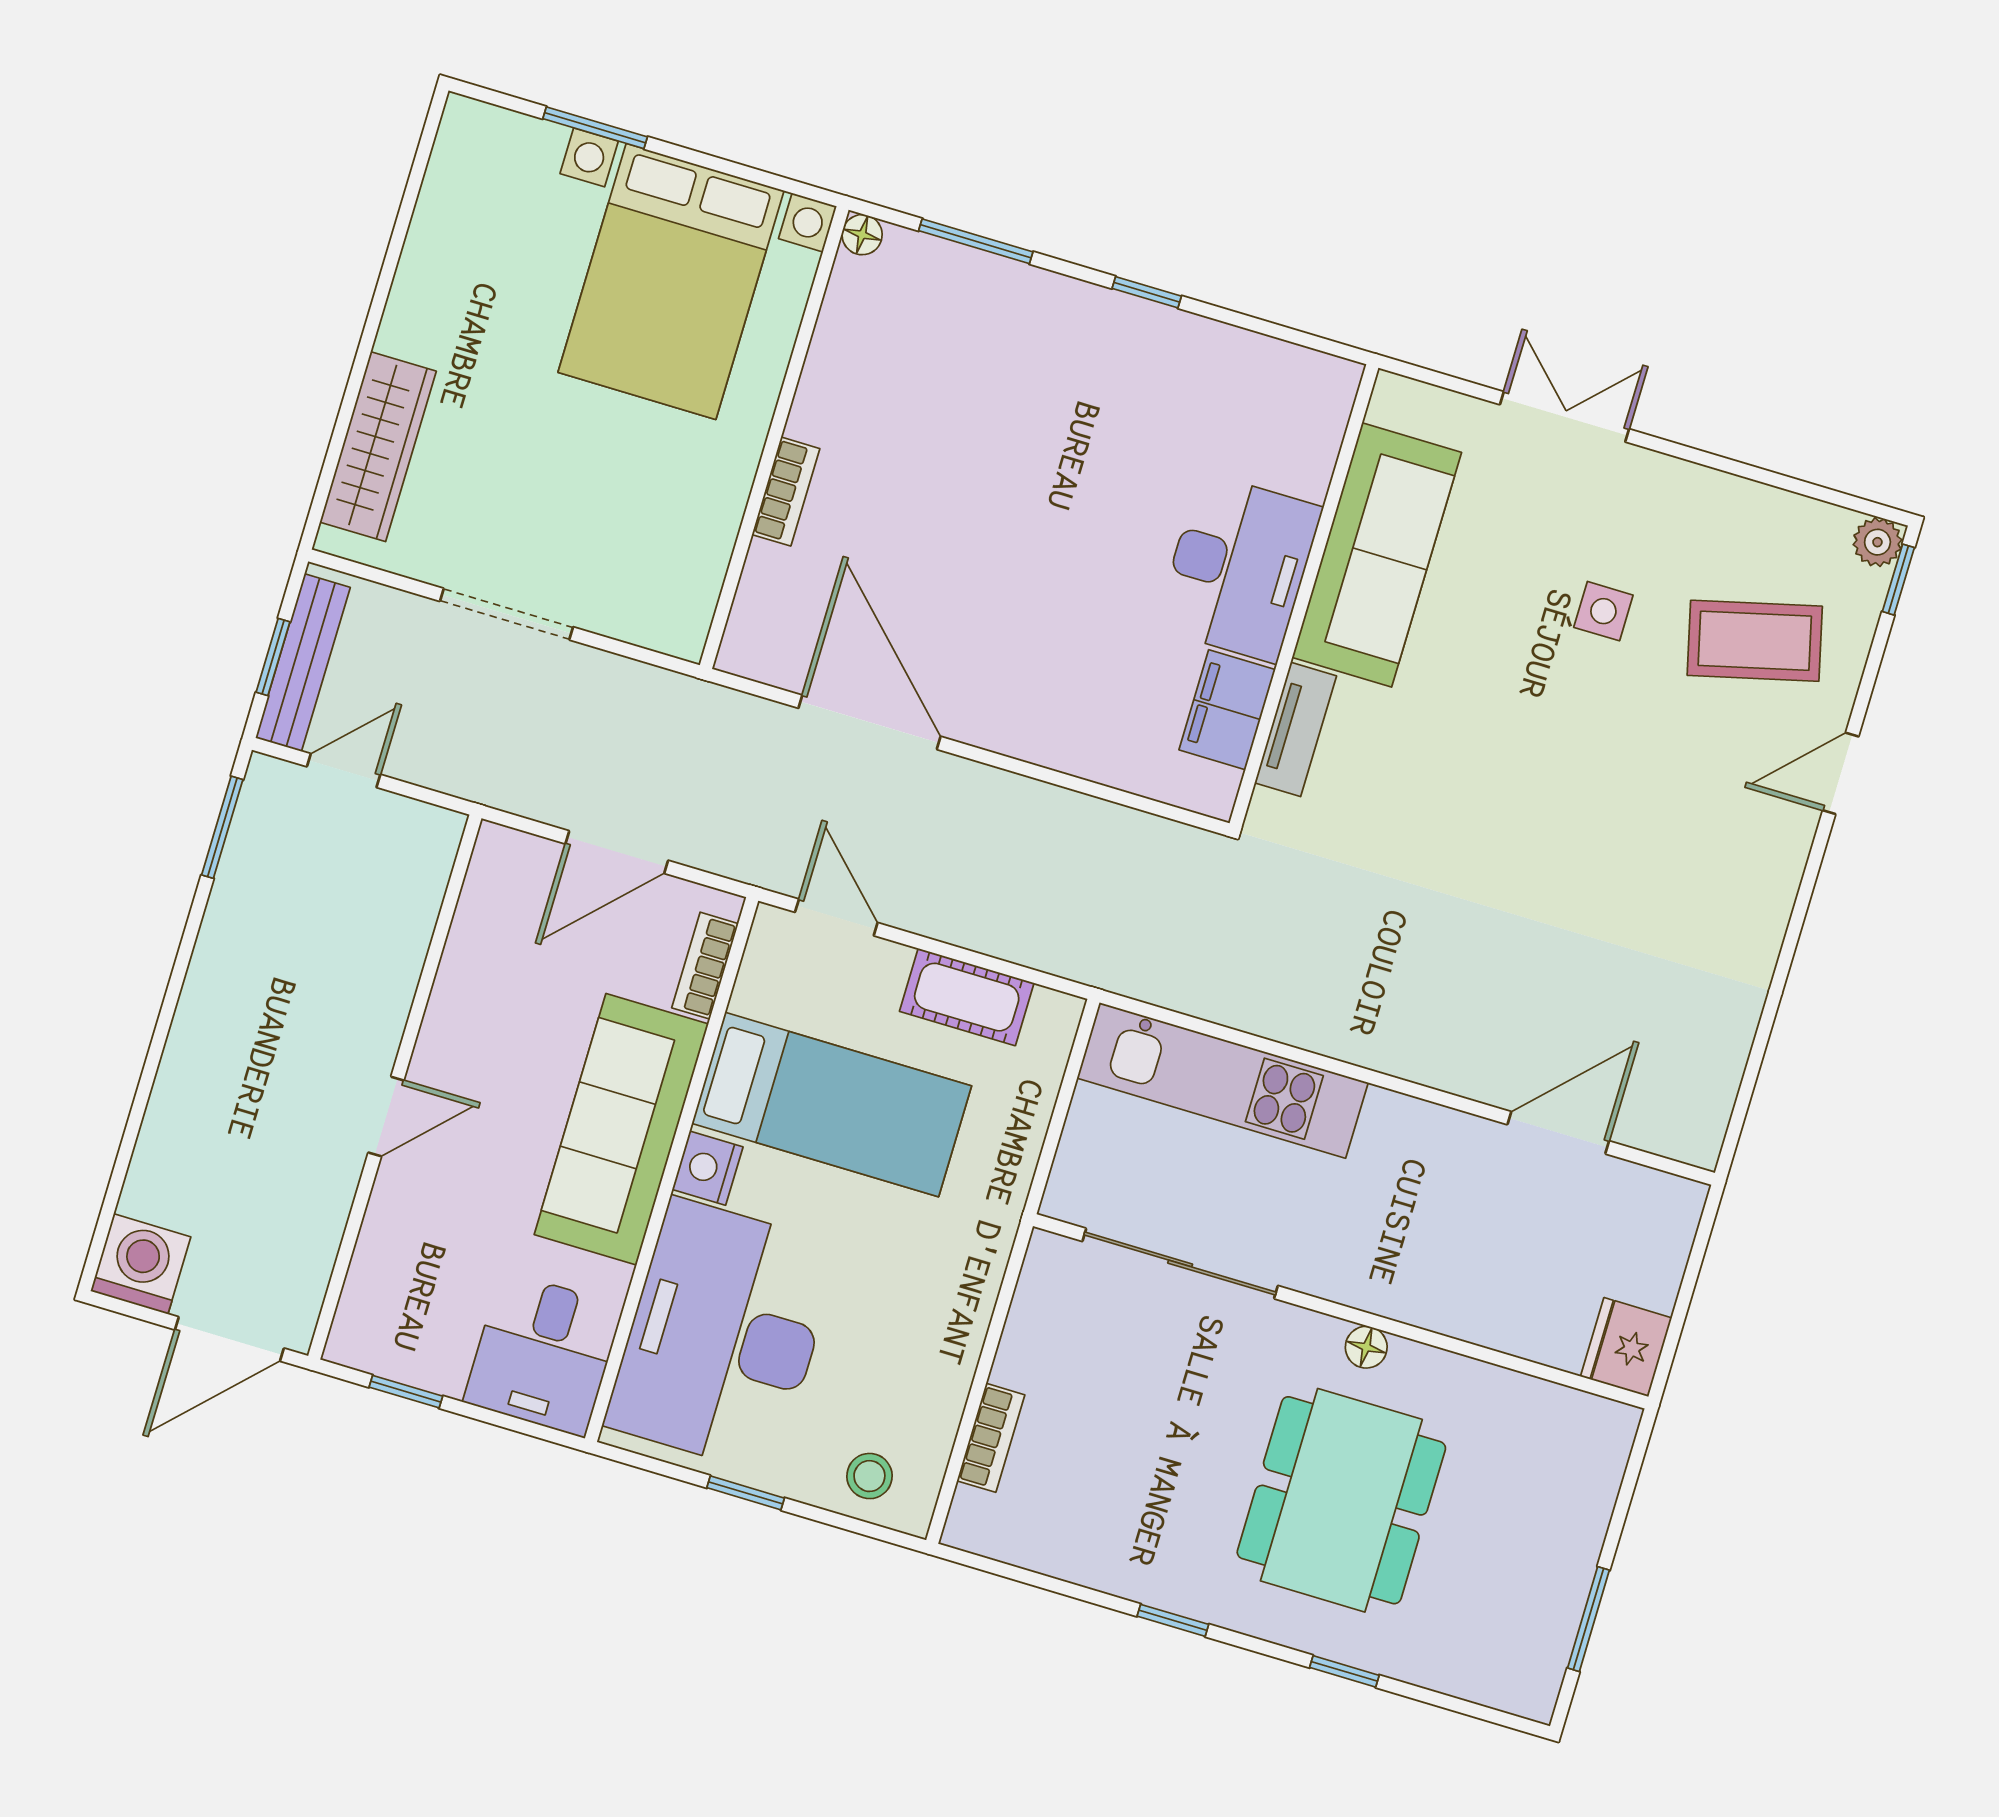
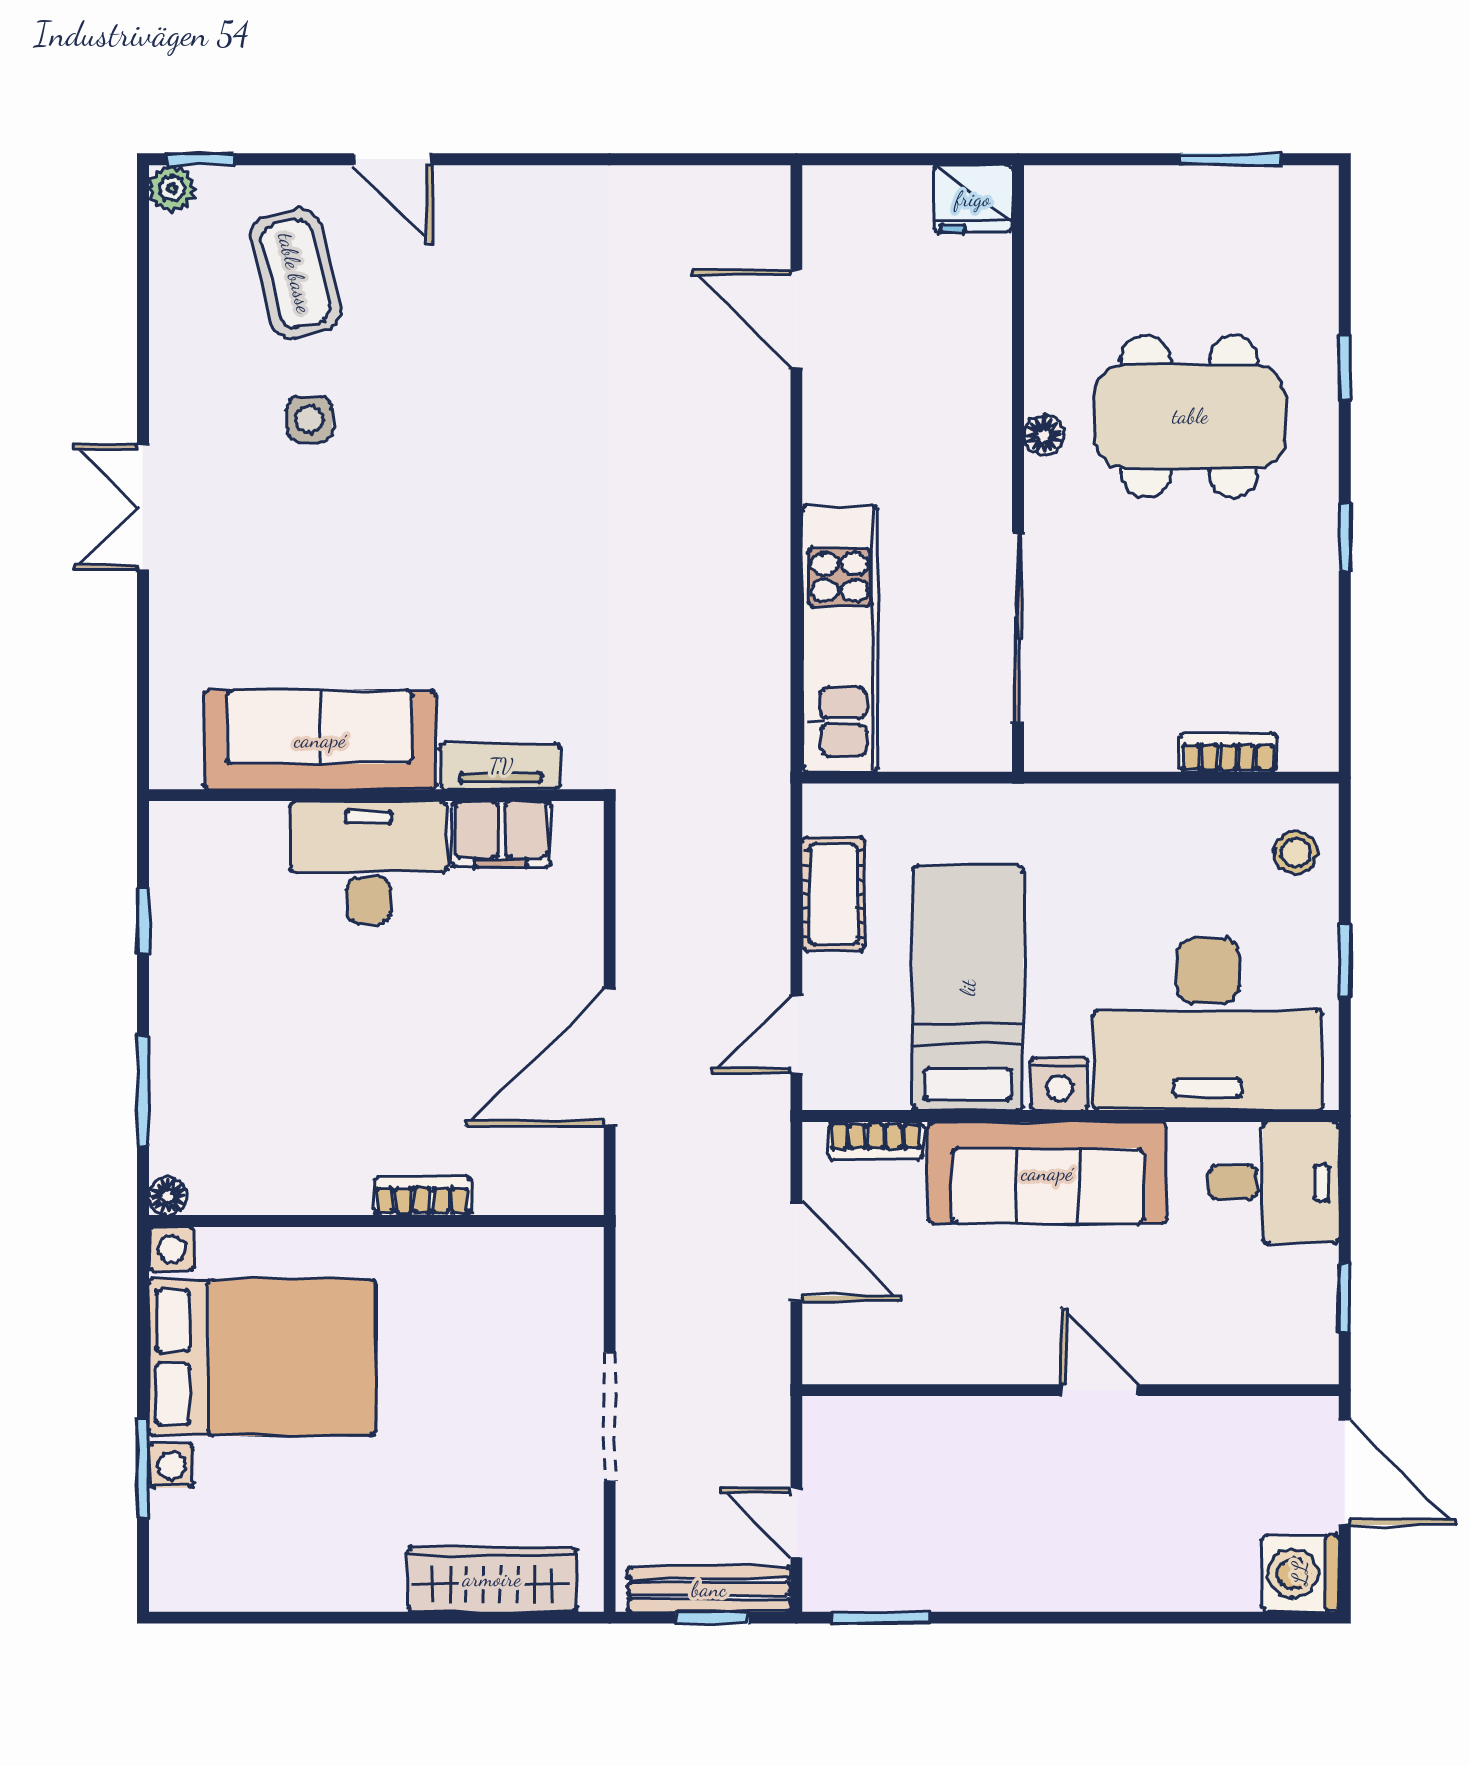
sofa: (1377, 555) -> (320, 740), moved
desk: (1239, 568) -> (369, 862), moved
wall: (1304, 595) -> (376, 795), moved
filing cabinet: (1227, 710) -> (501, 834), moved
tv unit: (1296, 729) -> (501, 766), moved

